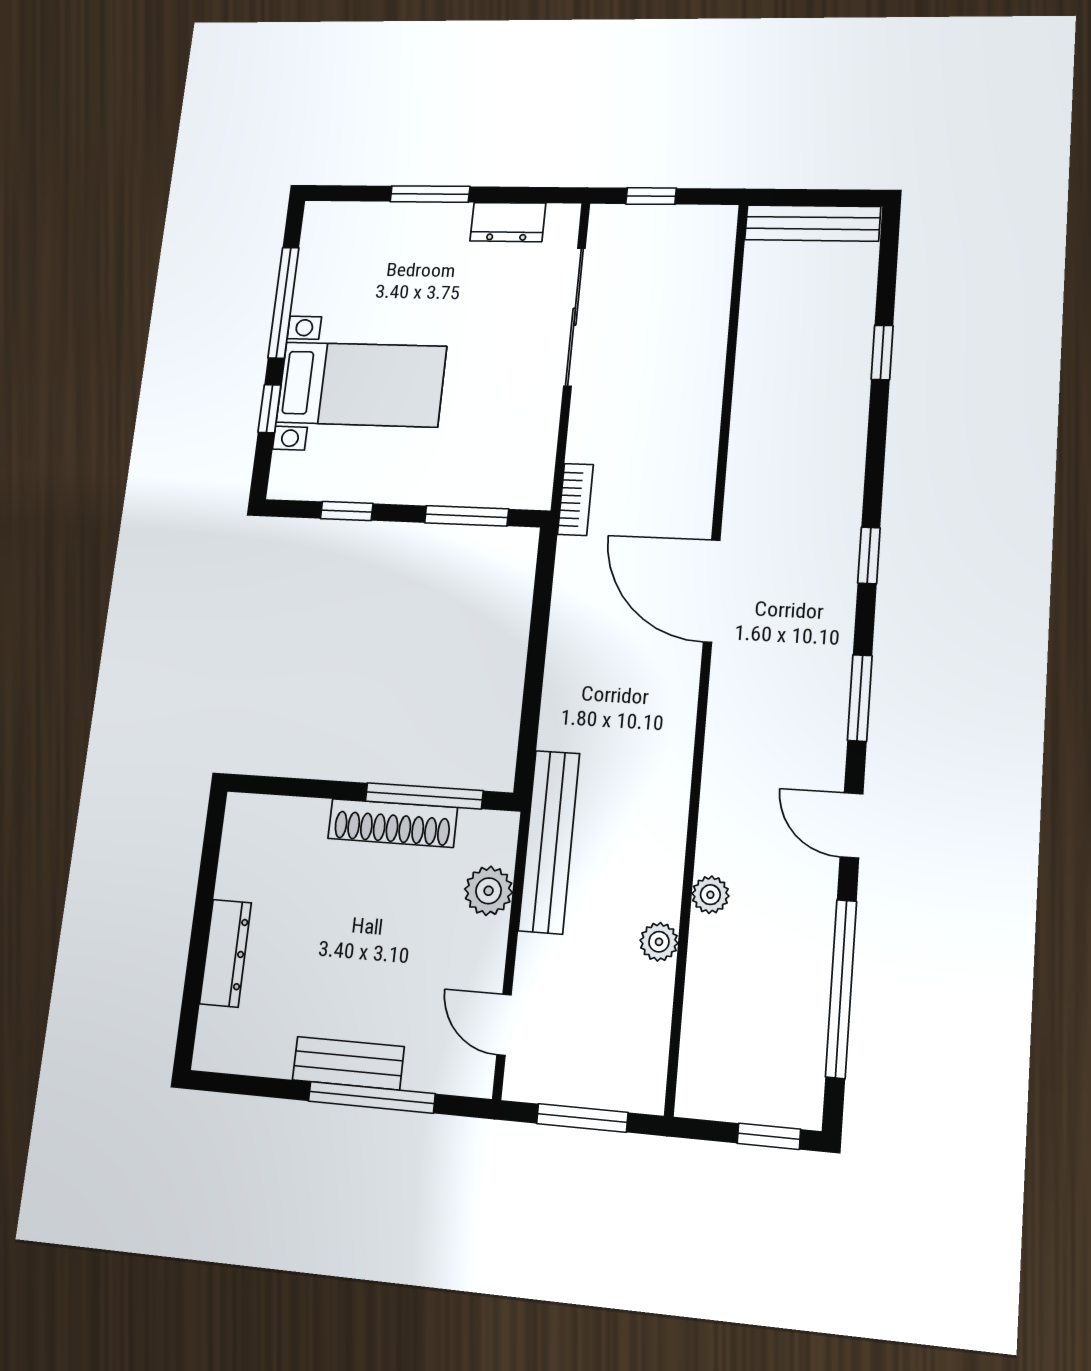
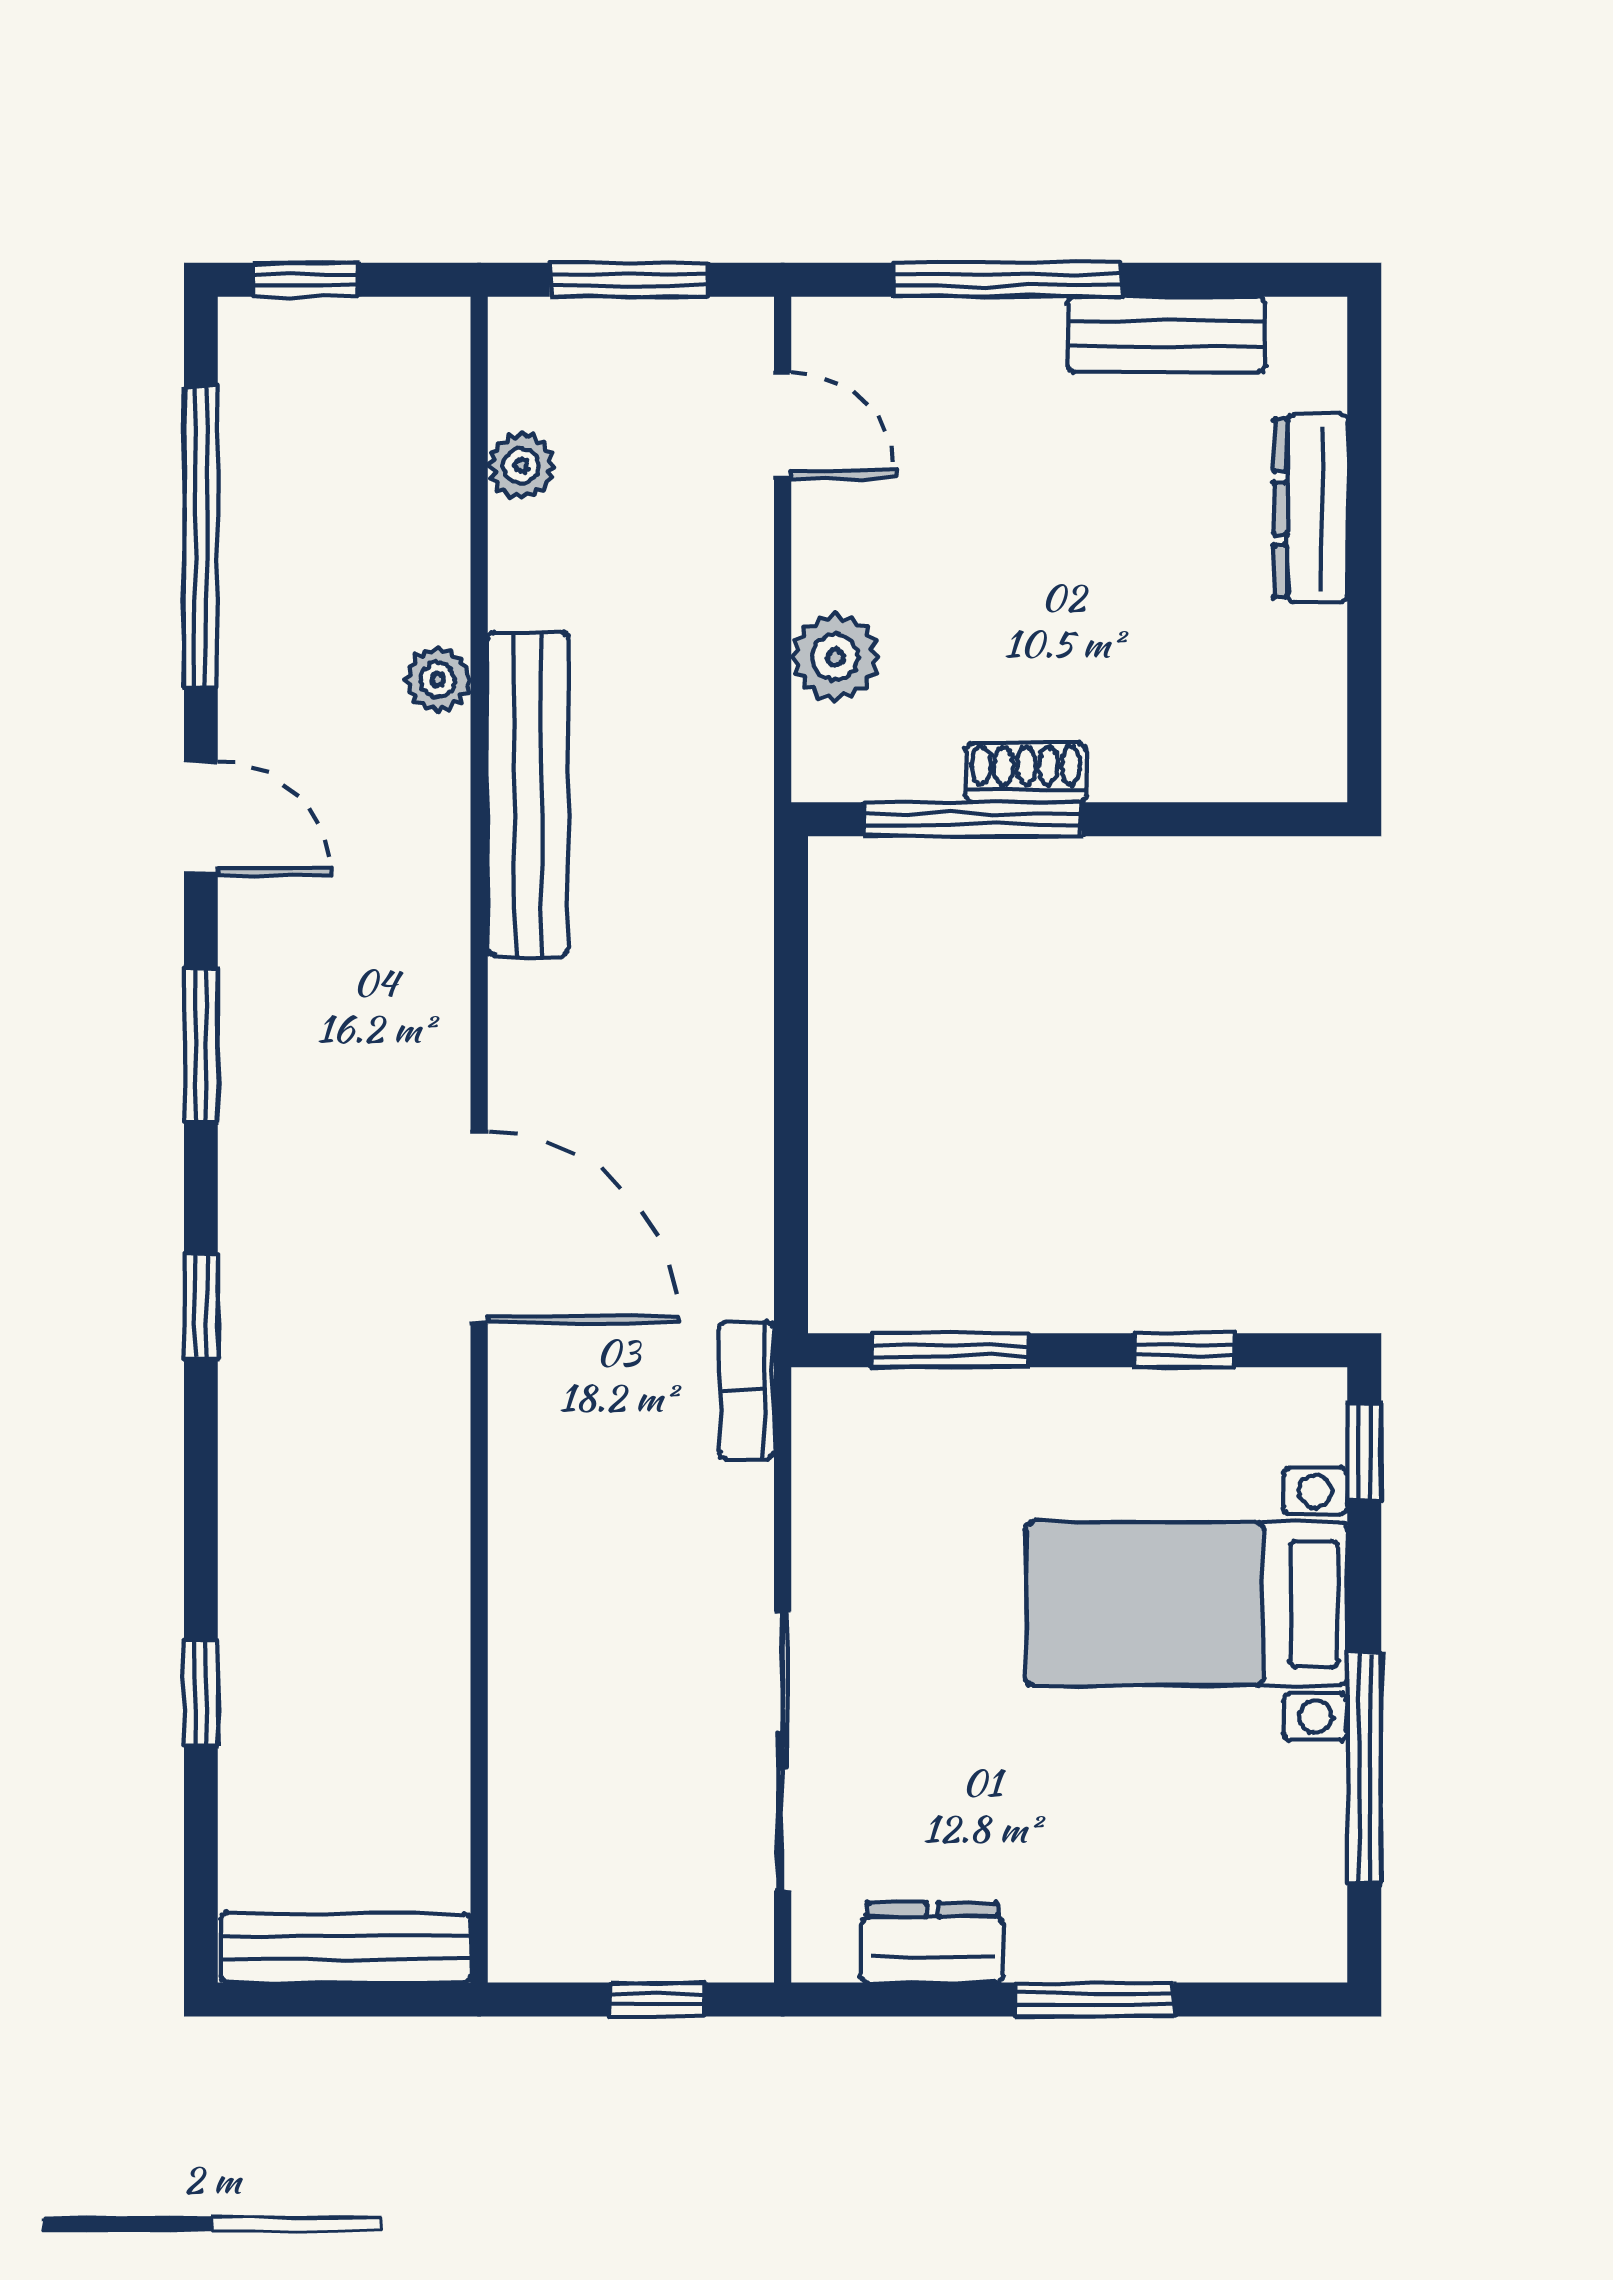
window: (269, 409) -> (1364, 1452), moved
shoe rack: (393, 823) -> (1026, 773), width x0.51, depth x0.81
bench: (549, 842) -> (528, 794), moved
plant: (659, 942) -> (521, 466), moved
bench: (348, 1063) -> (1166, 334), moved

